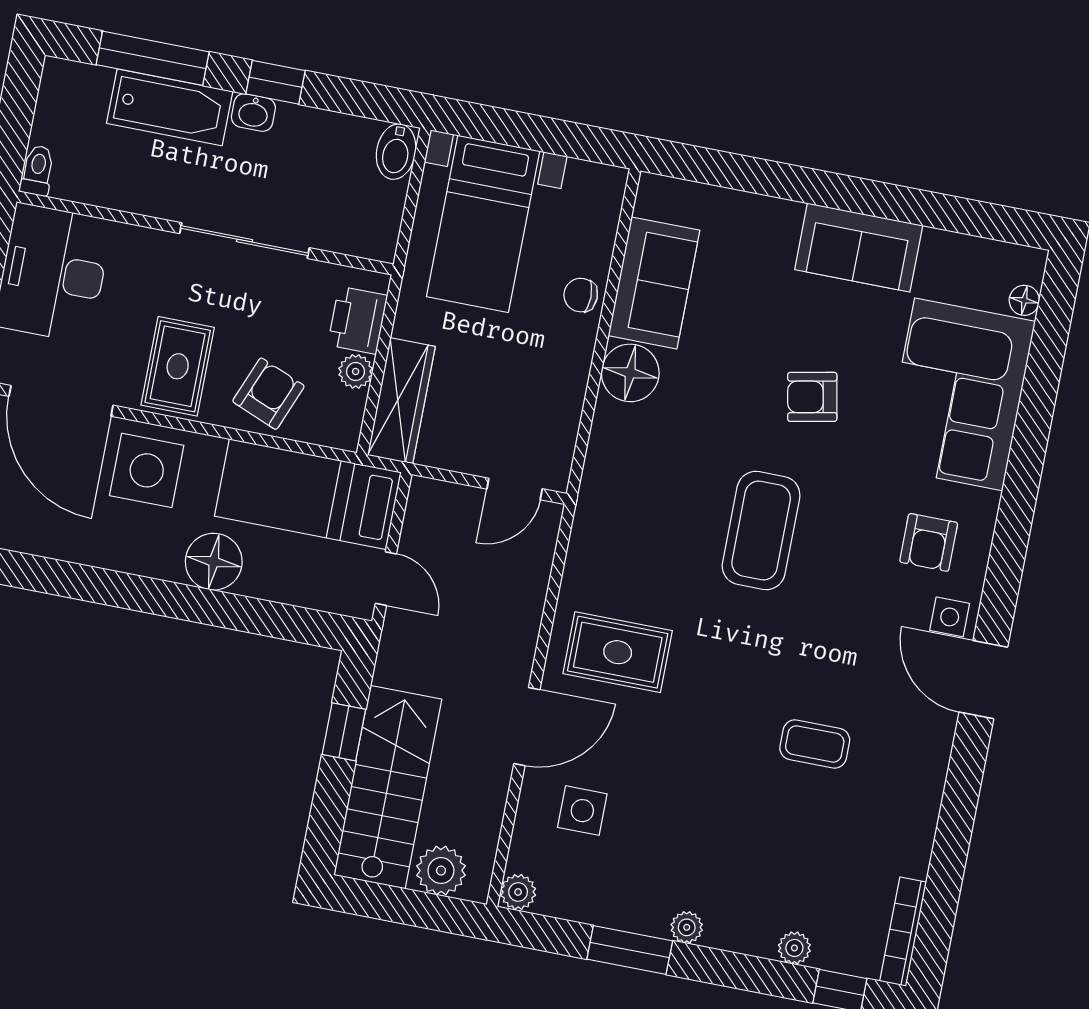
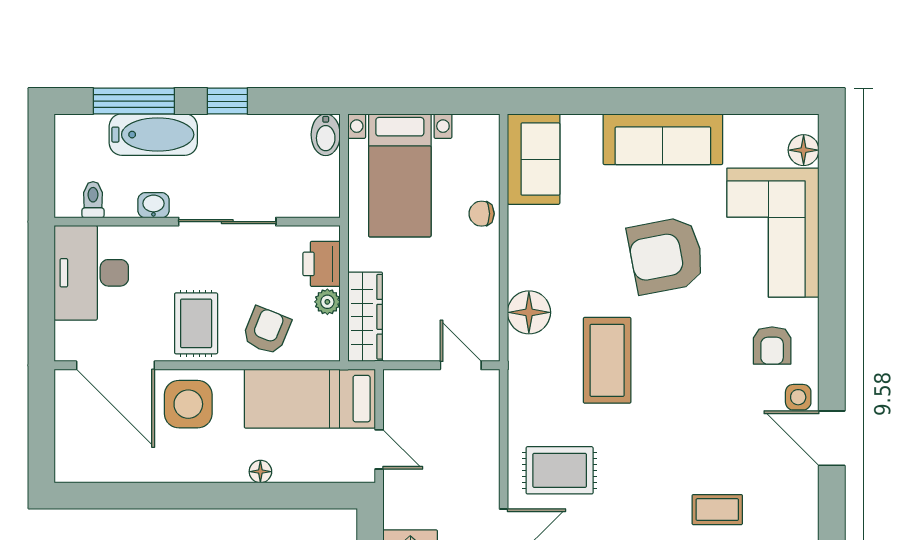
washbasin: (253, 112) -> (153, 205), moved, turned 180
toilet: (37, 170) -> (93, 200), moved
sofa: (859, 248) -> (663, 139), width x1.36
sofa: (654, 283) -> (534, 159), moved
floor lamp: (1024, 300) -> (804, 150), width x1.37, depth x1.37
floor lamp: (630, 373) -> (529, 312), moved
armchair: (812, 397) -> (666, 255), width x1.88, depth x1.88
door: (515, 489) -> (461, 365), swing flipped
coffee table: (761, 530) -> (607, 360), moved
floor lamp: (214, 562) -> (260, 472), width x0.53, depth x0.53

